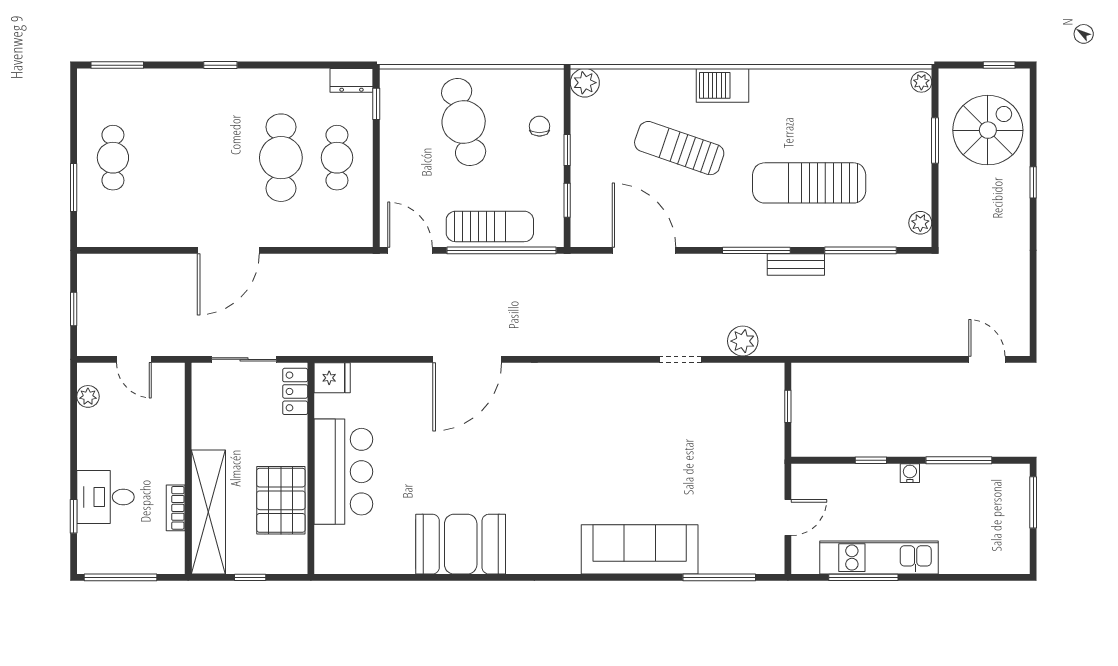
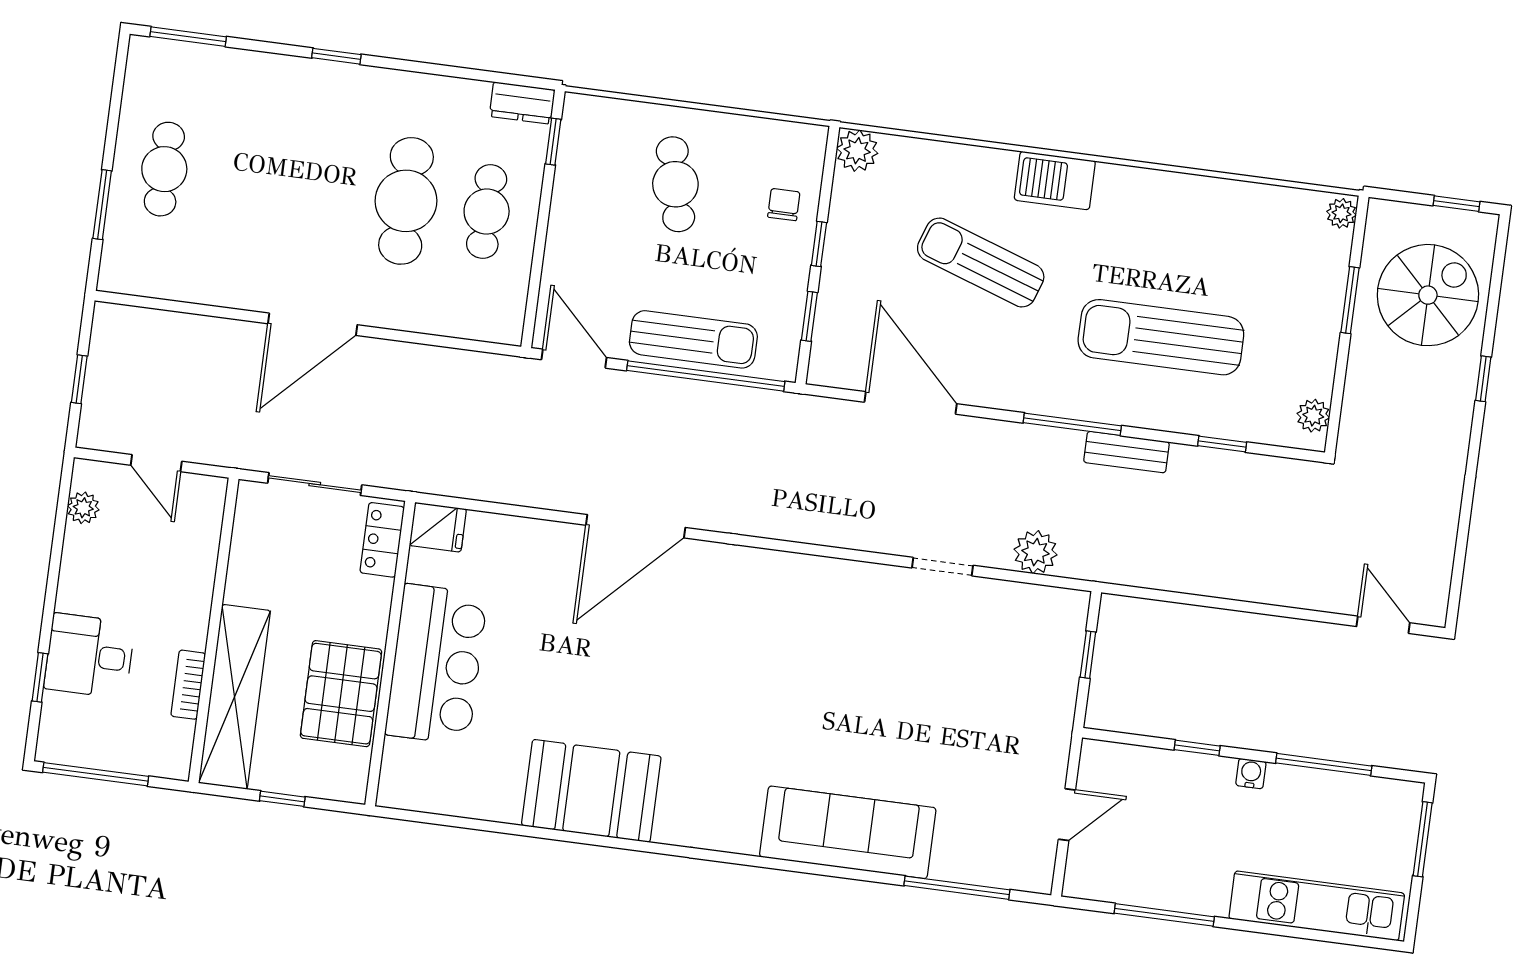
cafe table: (464, 122) -> (675, 184), width x0.73, depth x0.74
window: (861, 250) -> (1222, 444), width x0.46
kitchen unit: (879, 558) -> (1317, 906), moved

